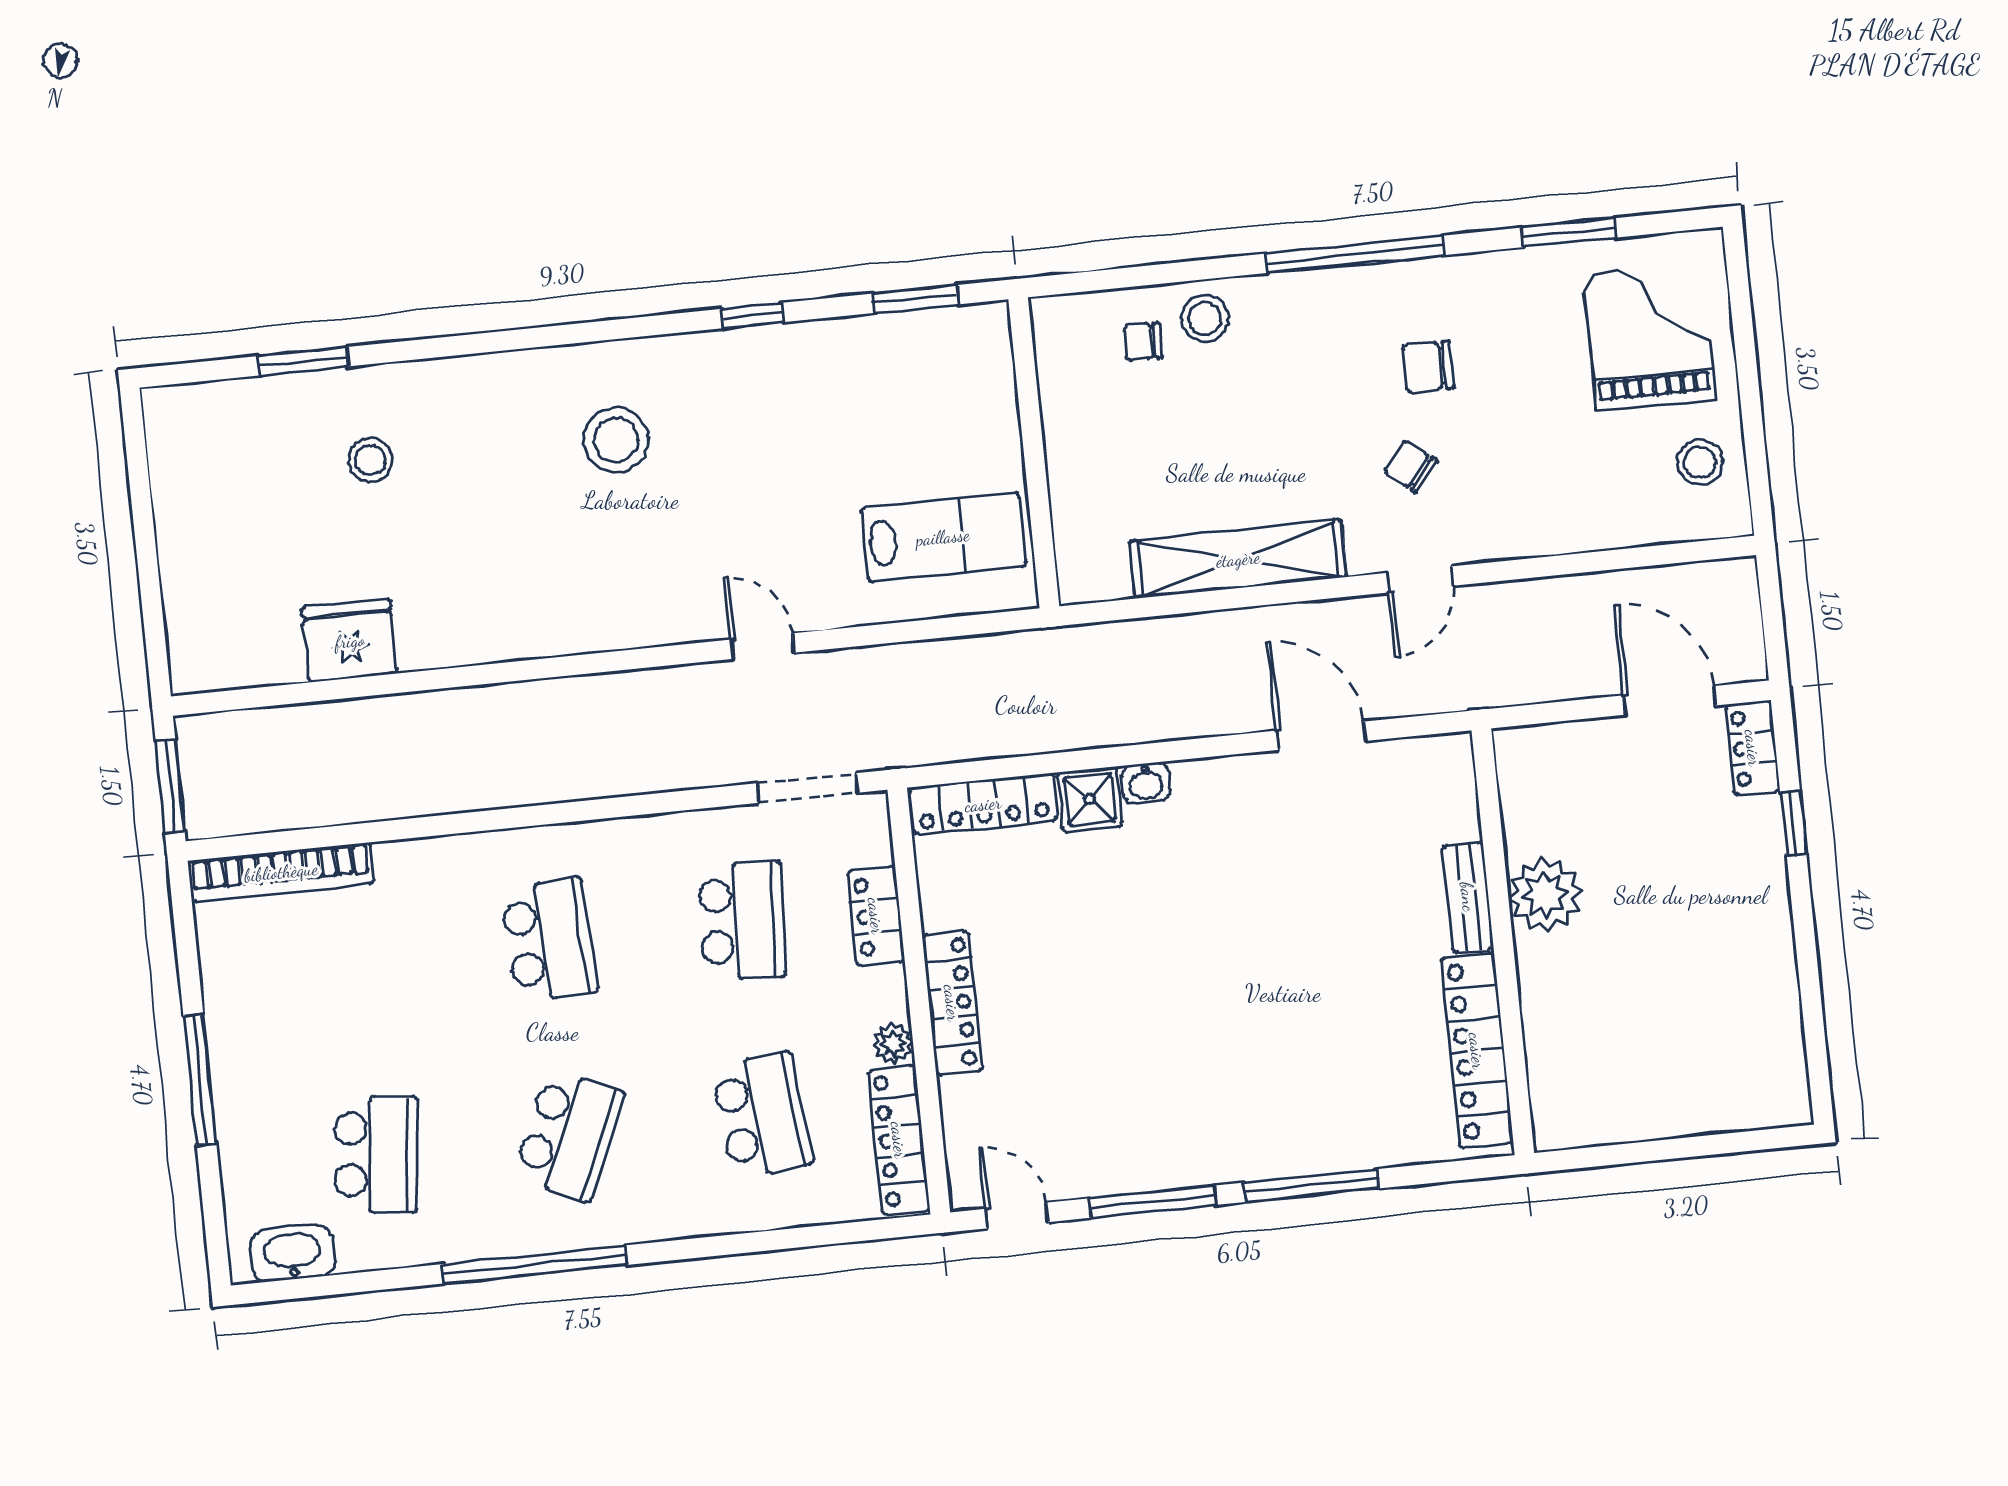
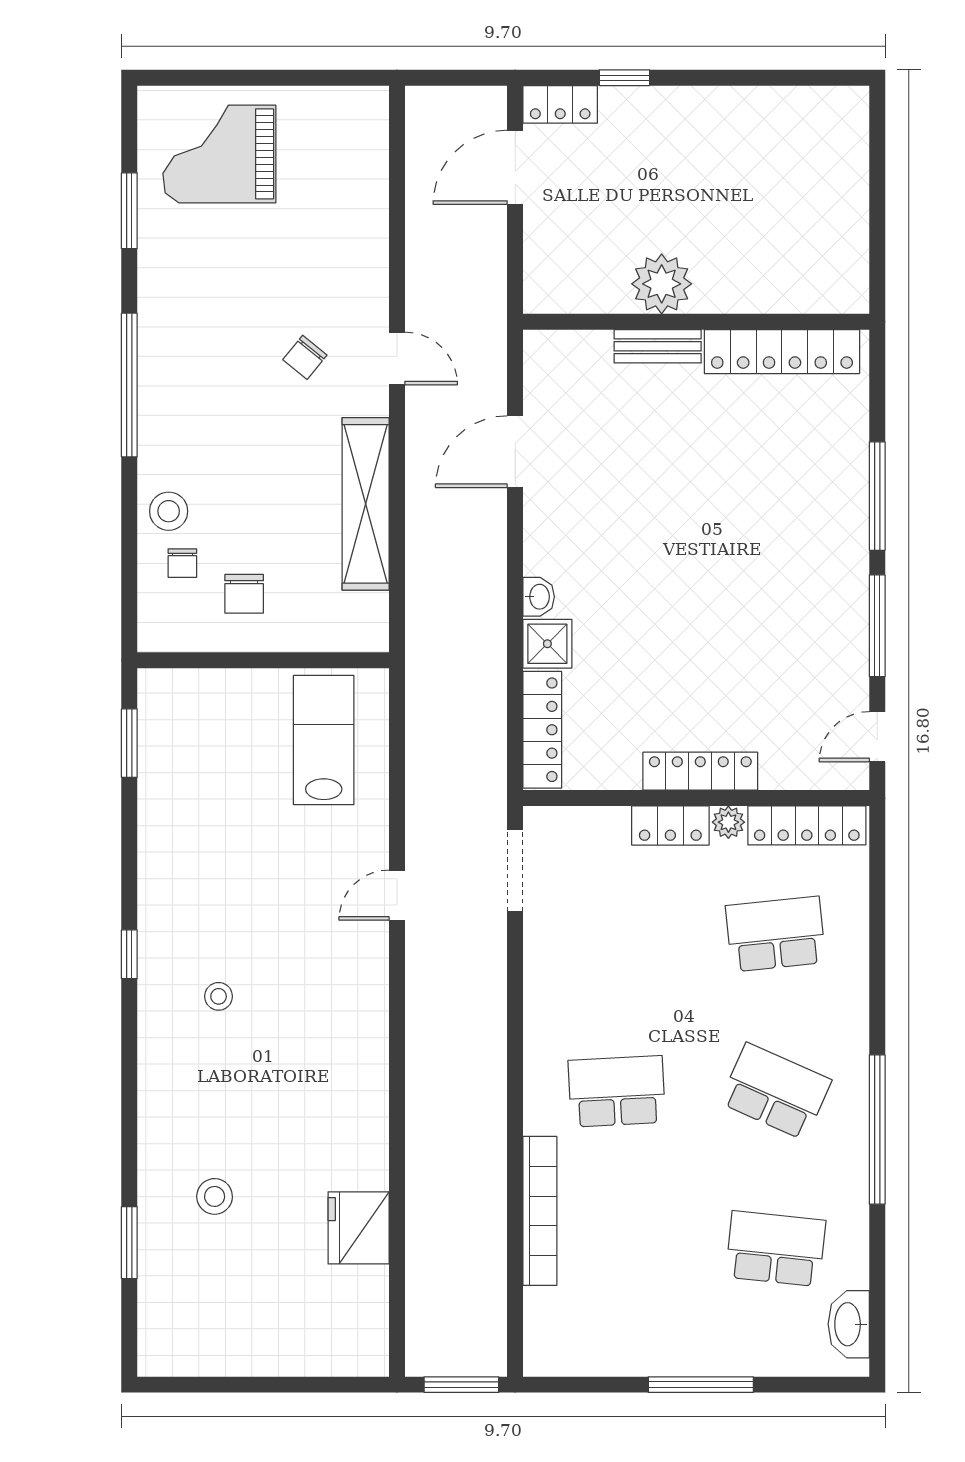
window: (752, 316) -> (129, 954), moved
chair: (1428, 367) -> (244, 594), moved
stool: (616, 440) -> (219, 996), width x0.53, depth x0.53
stool: (1700, 462) -> (325, 123), removed
bookcase: (281, 872) -> (540, 1211), moved
locker: (876, 916) -> (670, 825), moved
school desk: (742, 921) -> (617, 934), removed

